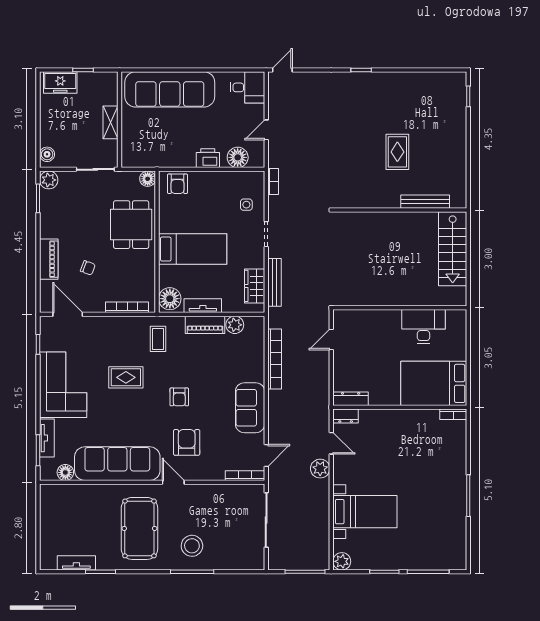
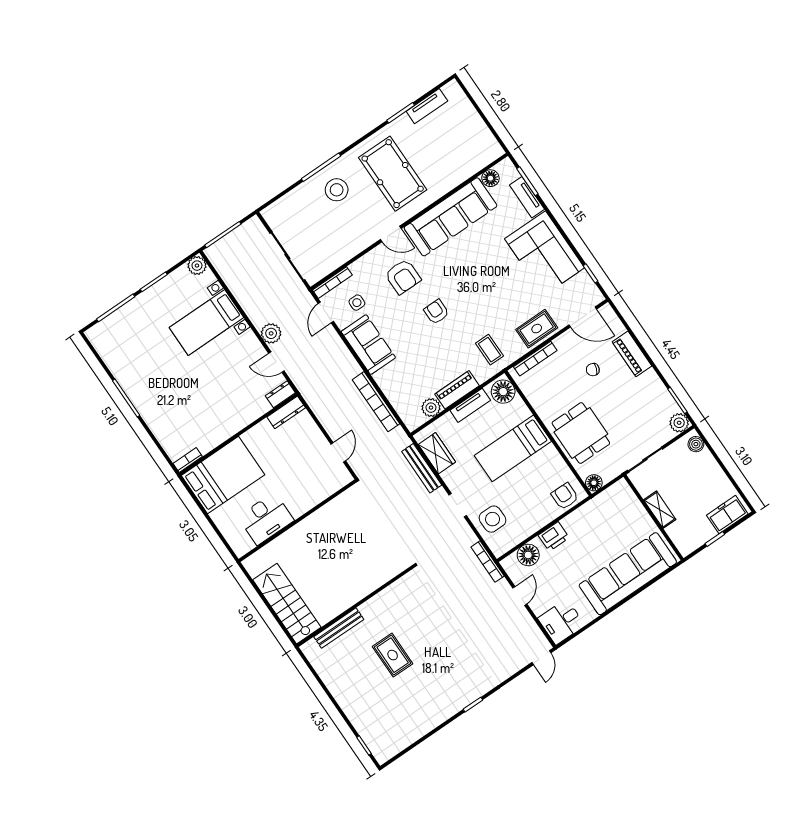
bookcase: (273, 181) -> (488, 562), width x1.56
side table: (246, 205) -> (493, 519), width x1.87, depth x1.87
rug: (126, 377) -> (537, 329), moved
side table: (236, 447) -> (357, 303), added

